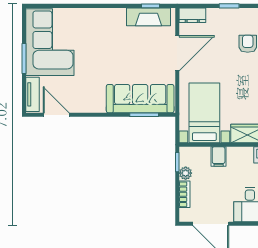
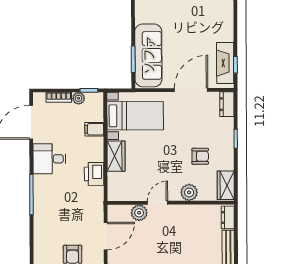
door: (177, 53) -> (191, 90), swing flipped

